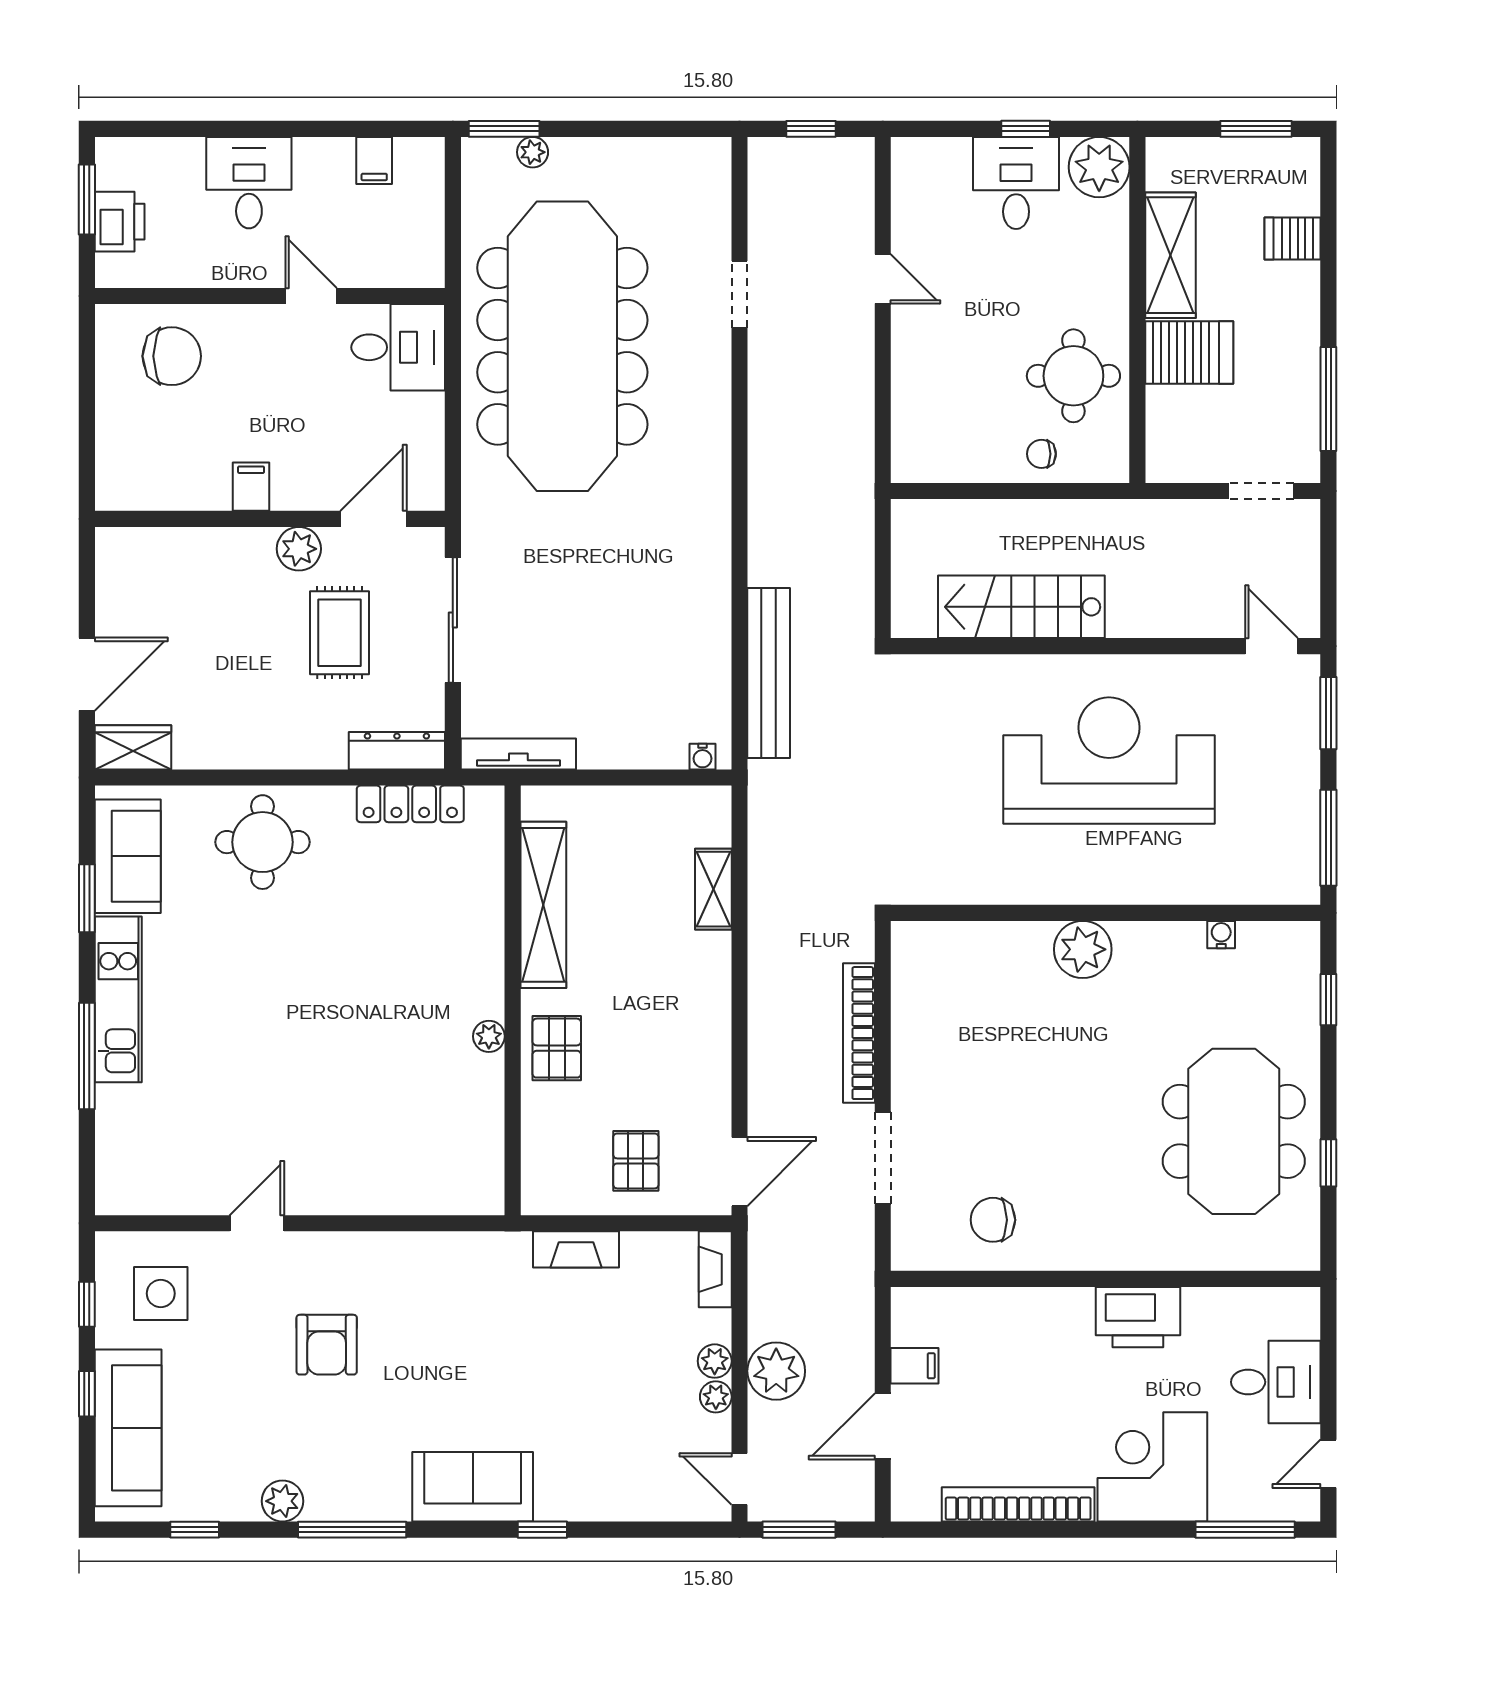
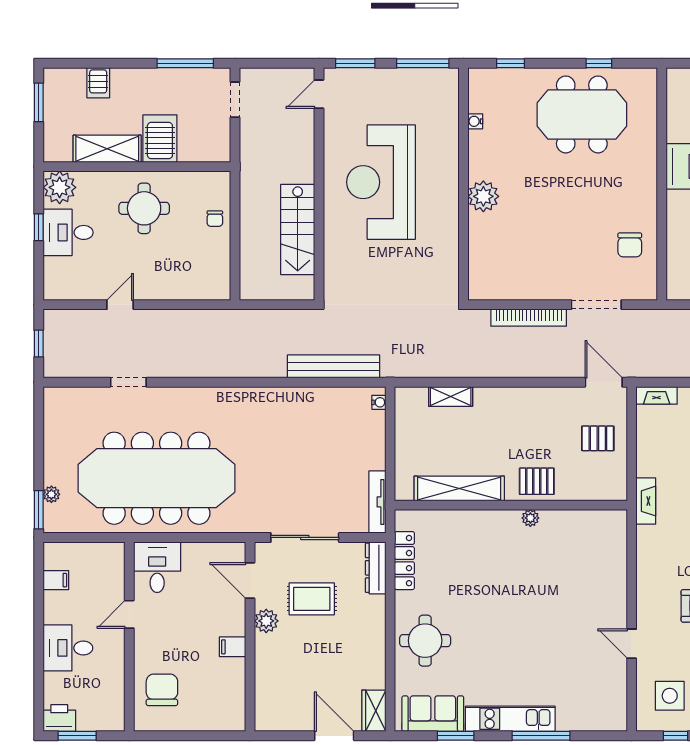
printer: (120, 222) -> (59, 718), moved
round table: (1073, 376) -> (144, 208), moved
fireplace: (576, 1249) -> (646, 501), moved

